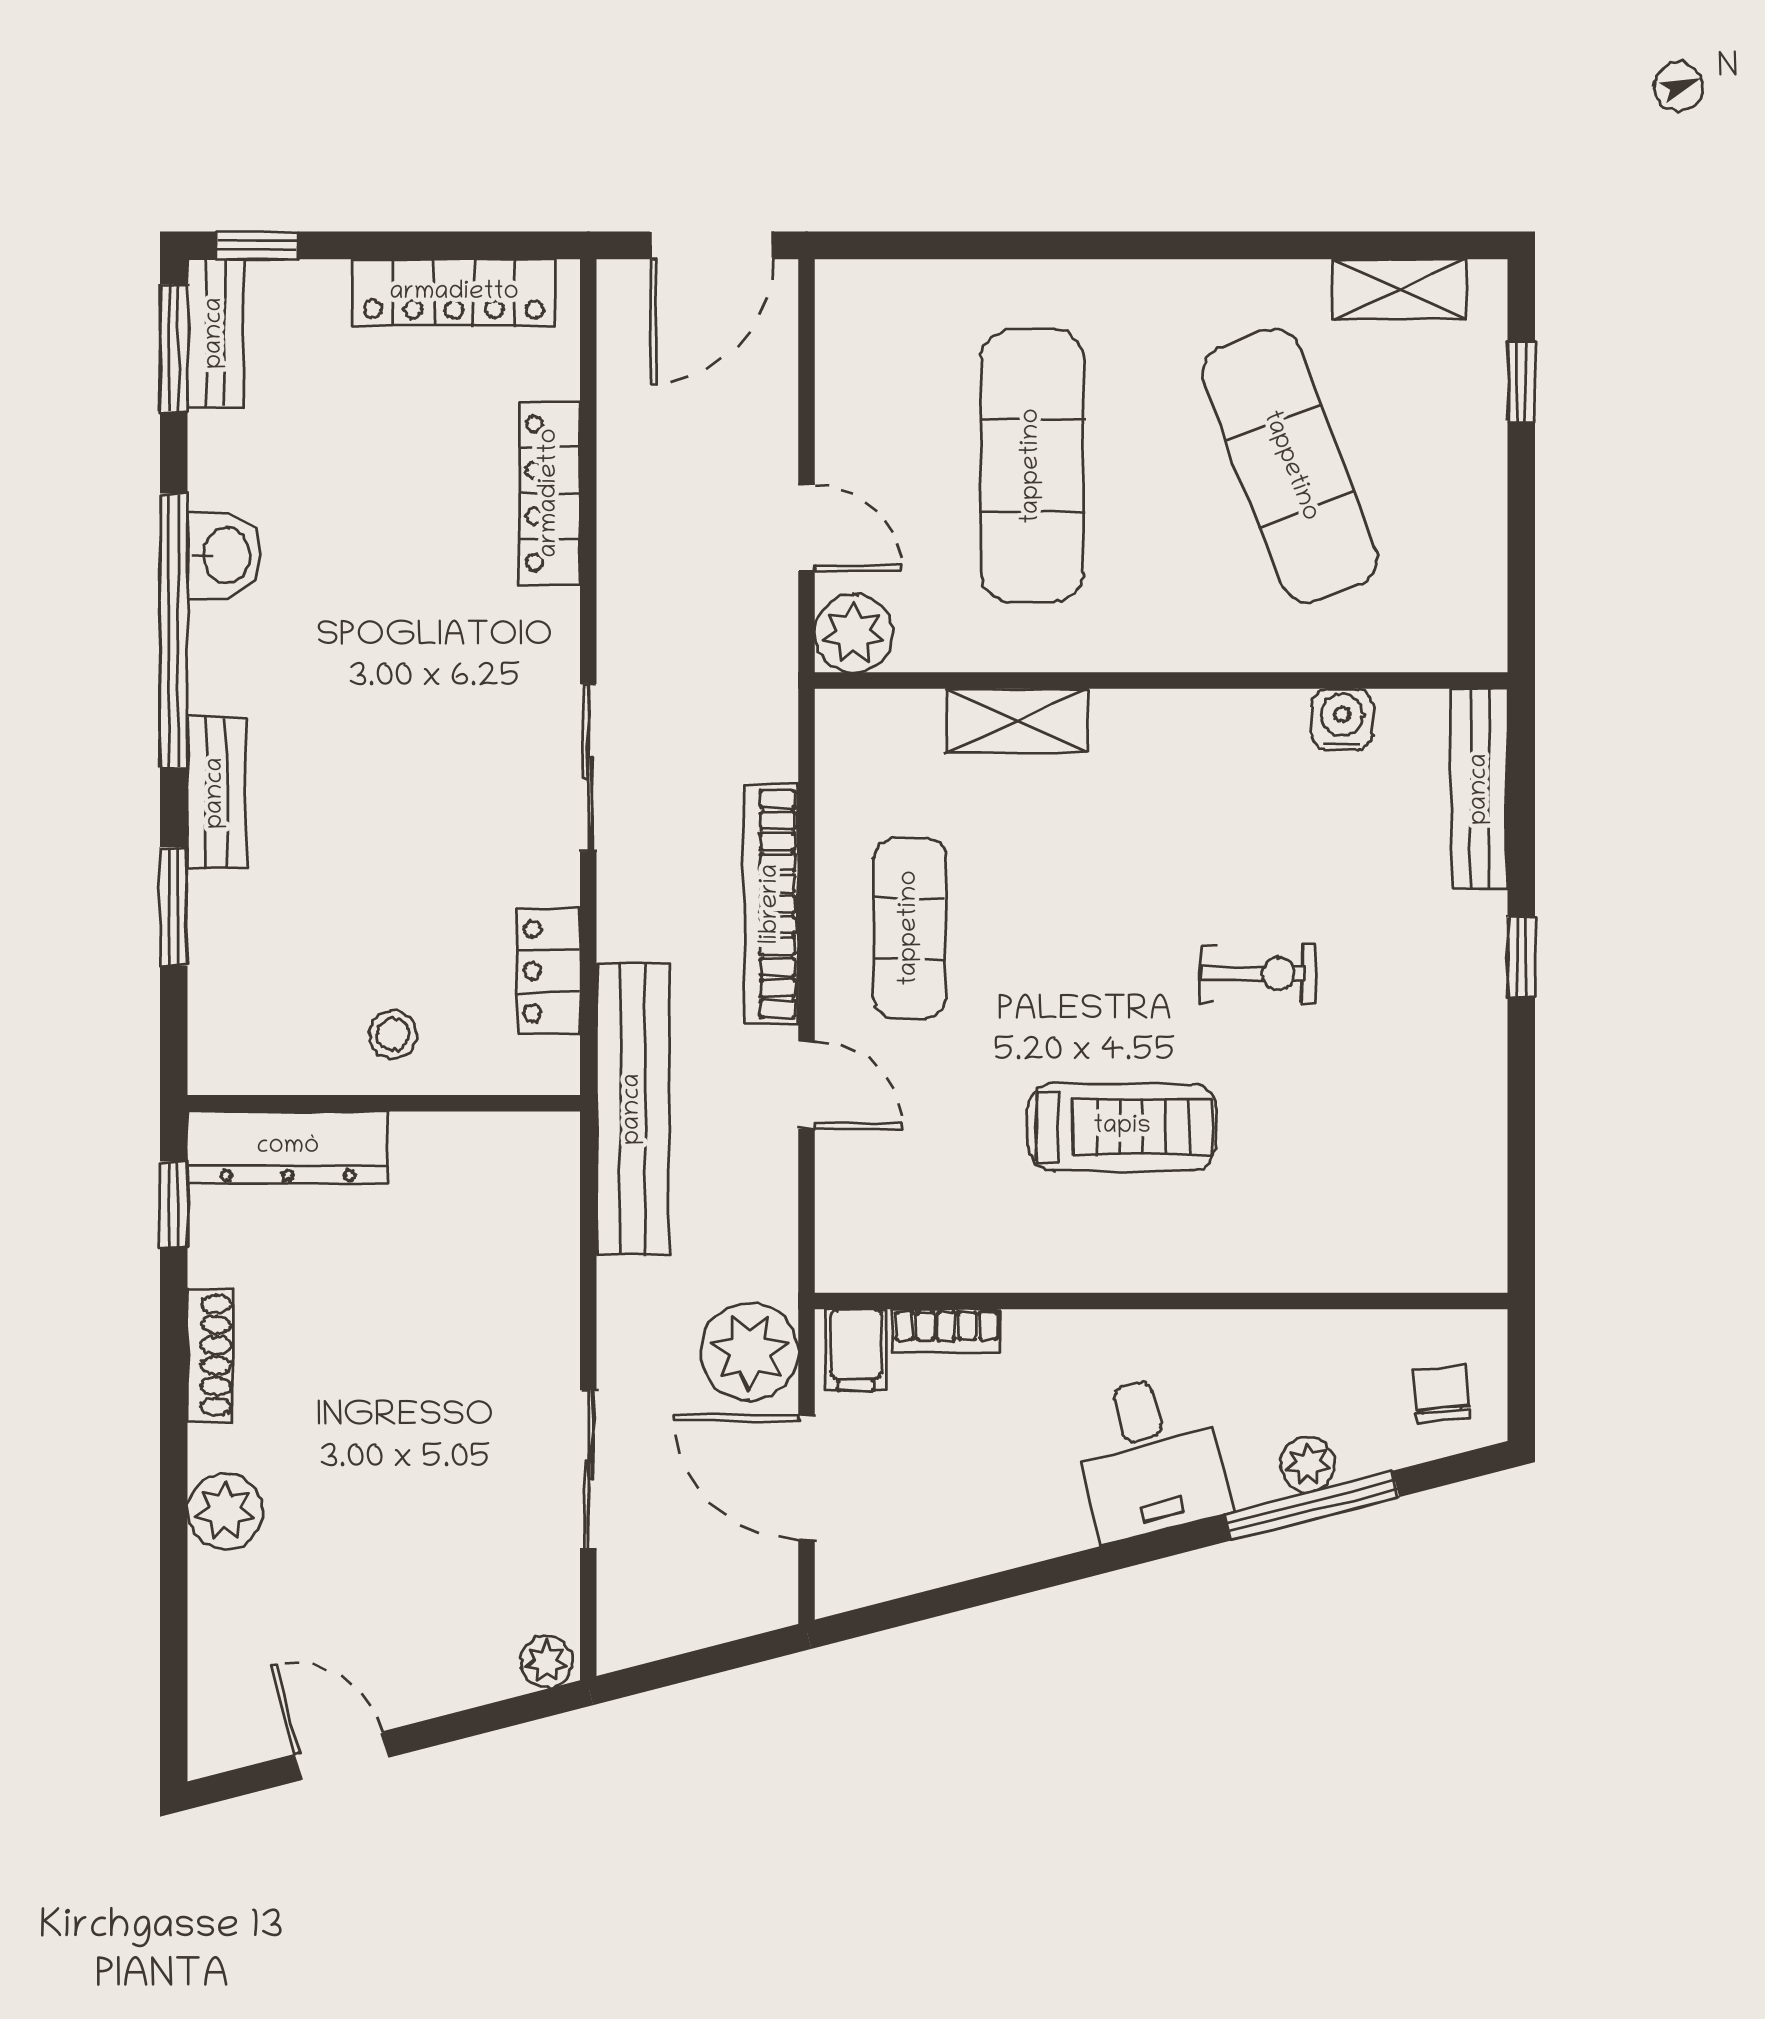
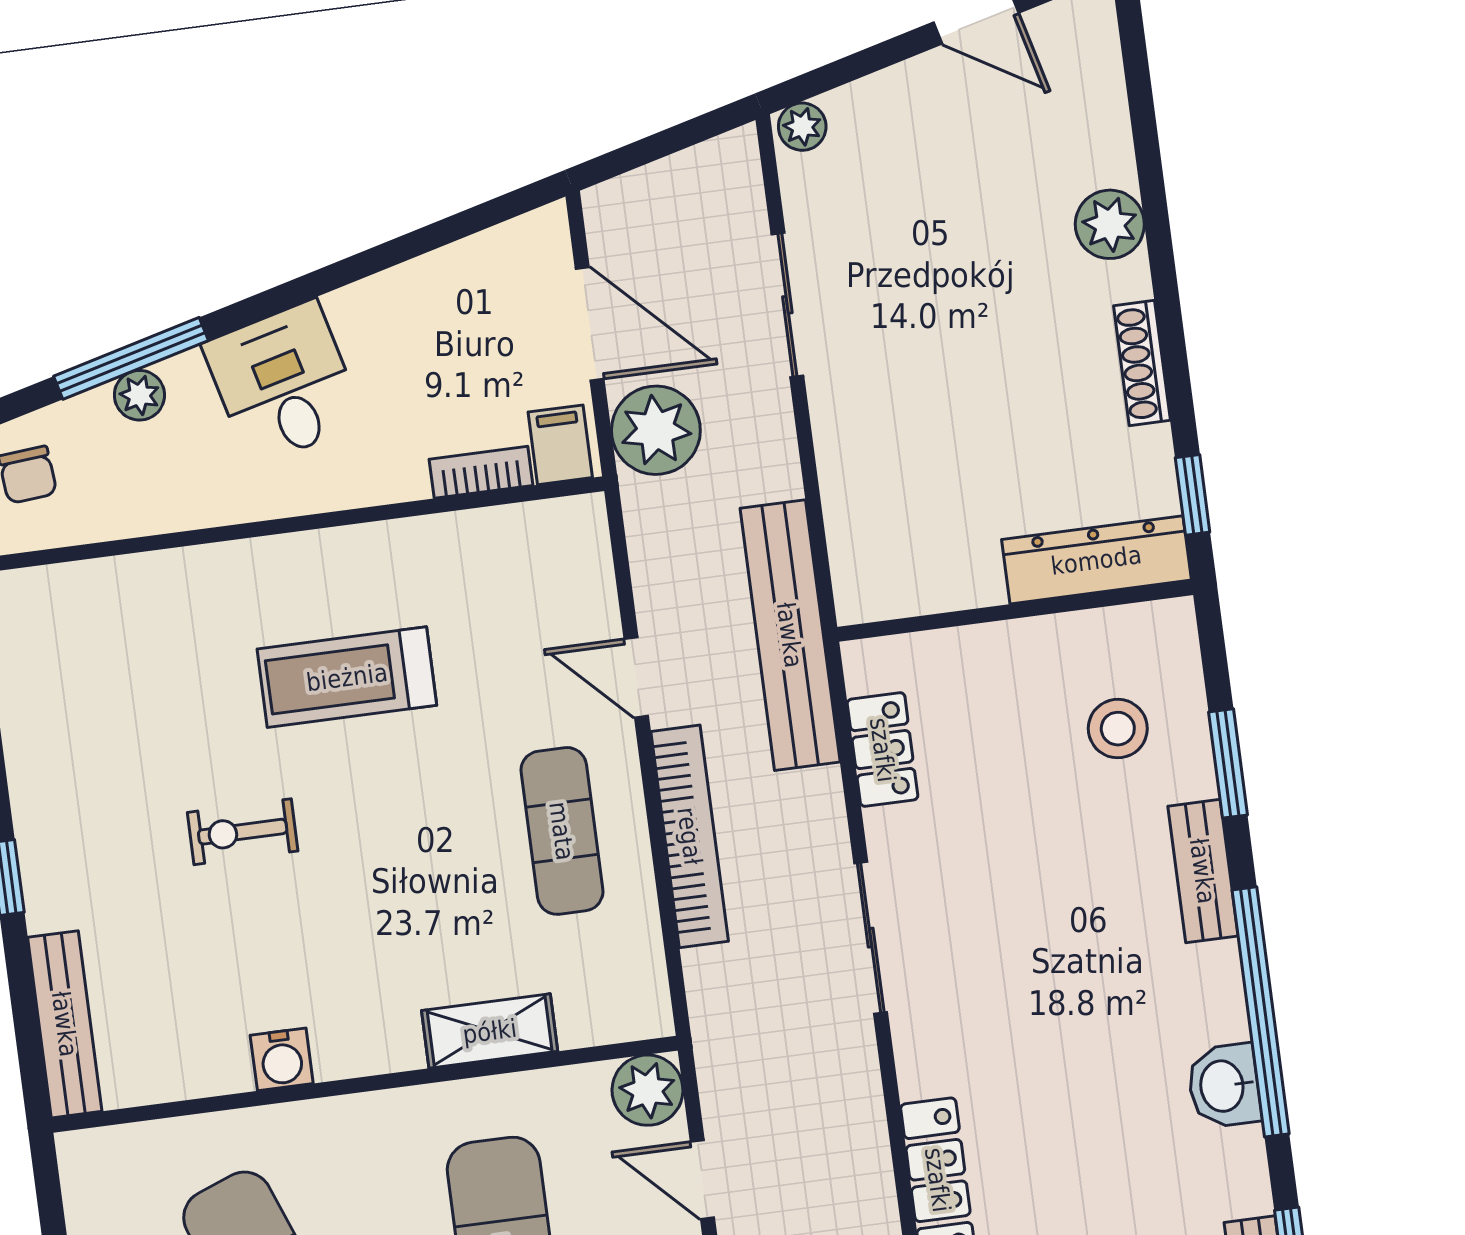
water cooler: (1342, 720) -> (282, 1059), moved
stool: (393, 1035) -> (1118, 729), moved, width x1.37, depth x1.37

